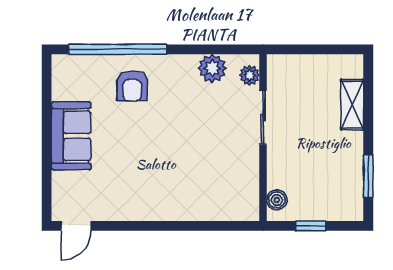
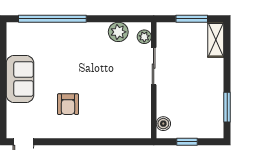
window: (318, 49) -> (192, 19), added
armchair: (132, 86) -> (68, 104), moved
shelving: (352, 105) -> (216, 40), moved

